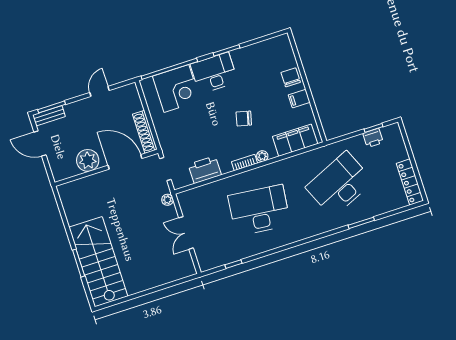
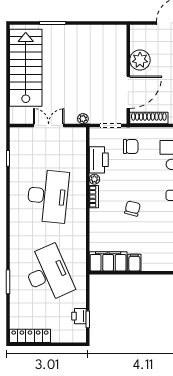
chair: (291, 77) -> (131, 147), moved
filing cabinet: (295, 140) -> (108, 261), moved, turned -90
plant: (262, 156) -> (94, 179), moved
stairs: (98, 262) -> (26, 68), moved, turned -90

